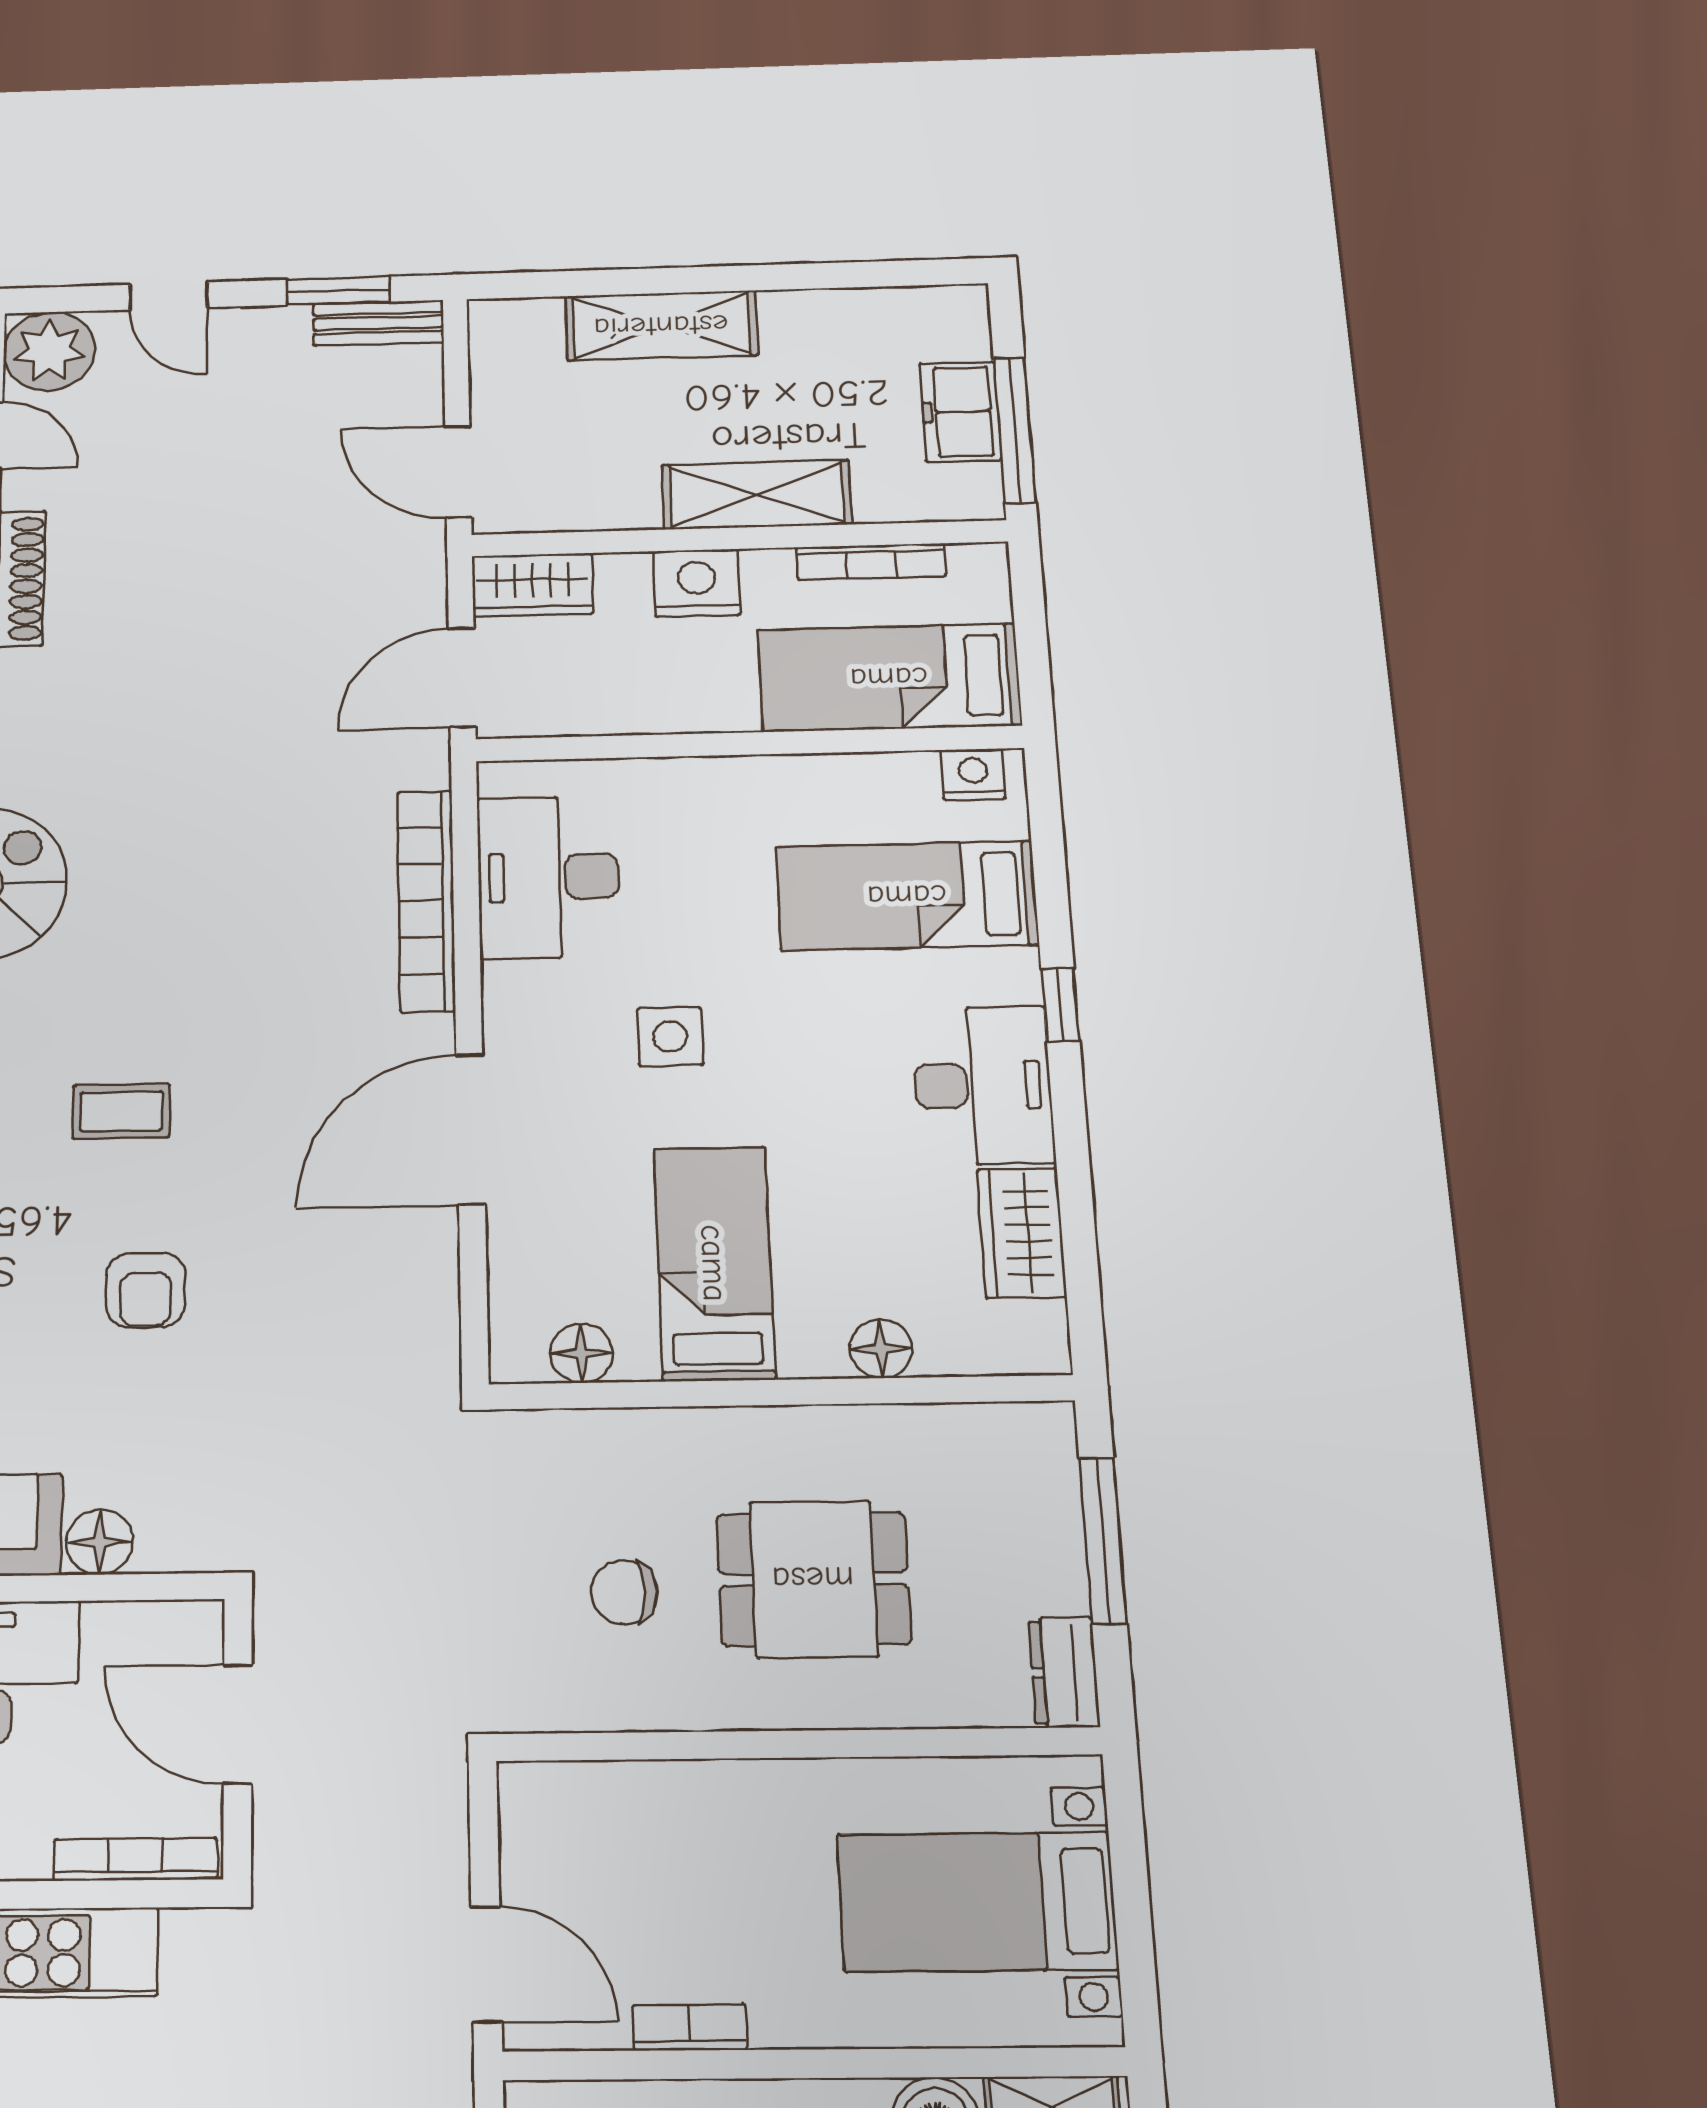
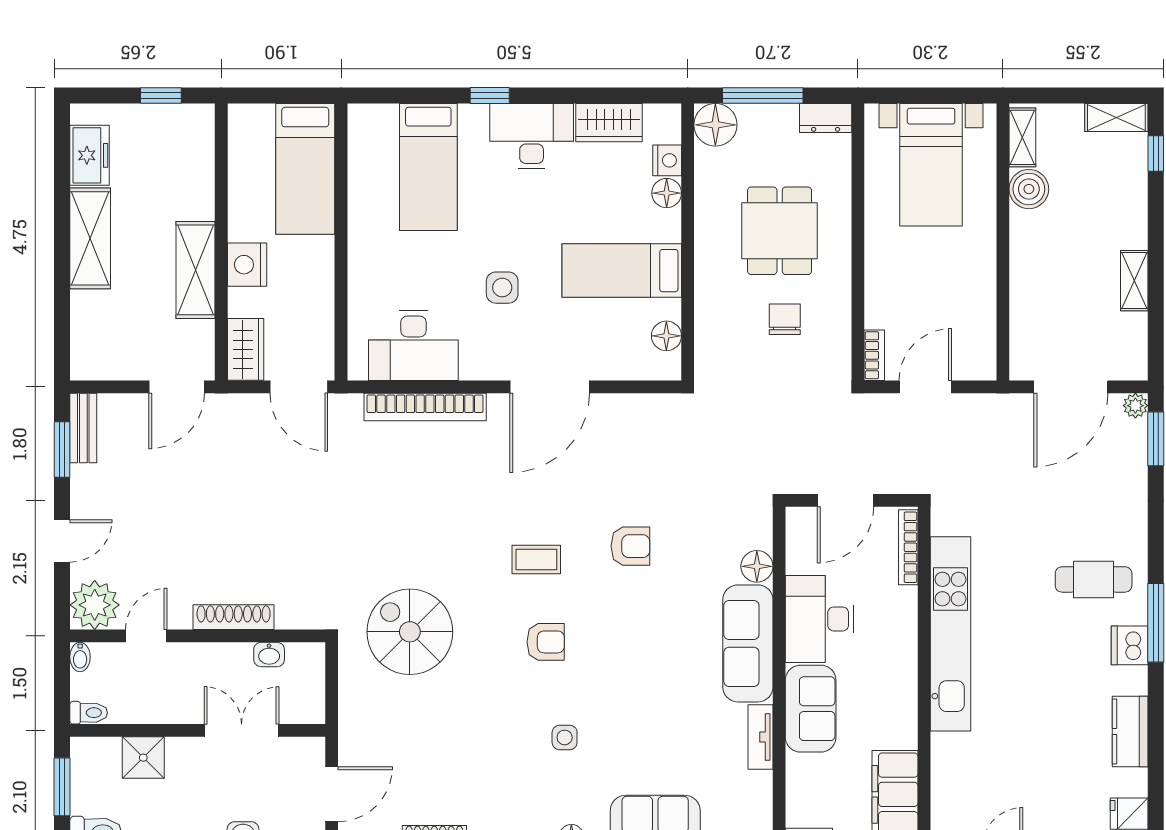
shelving: (661, 326) -> (90, 238), moved
freezer: (960, 412) -> (90, 155), moved, turned -90
window: (1015, 430) -> (161, 95), width x0.46
shelving: (757, 495) -> (196, 270), moved
bookcase: (871, 562) -> (237, 174), removed
nightstand: (973, 774) -> (667, 160), moved, turned 180
coffee table: (121, 1111) -> (536, 559), turned 90
door: (471, 1129) -> (550, 387), hinge flipped
floor lamp: (1032, 1444) -> (715, 125), added
chair: (624, 1592) -> (785, 319), turned 180
door: (486, 1964) -> (925, 387), moved
bookcase: (690, 2027) -> (874, 355), moved, turned 180

